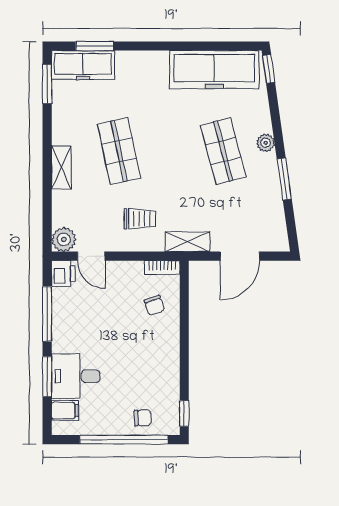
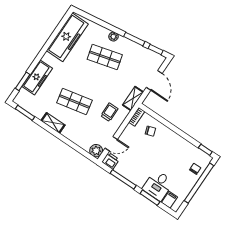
freezer: (83, 65) -> (37, 77), moved
window: (269, 69) -> (156, 49), moved
shelving: (61, 167) -> (53, 123), moved

